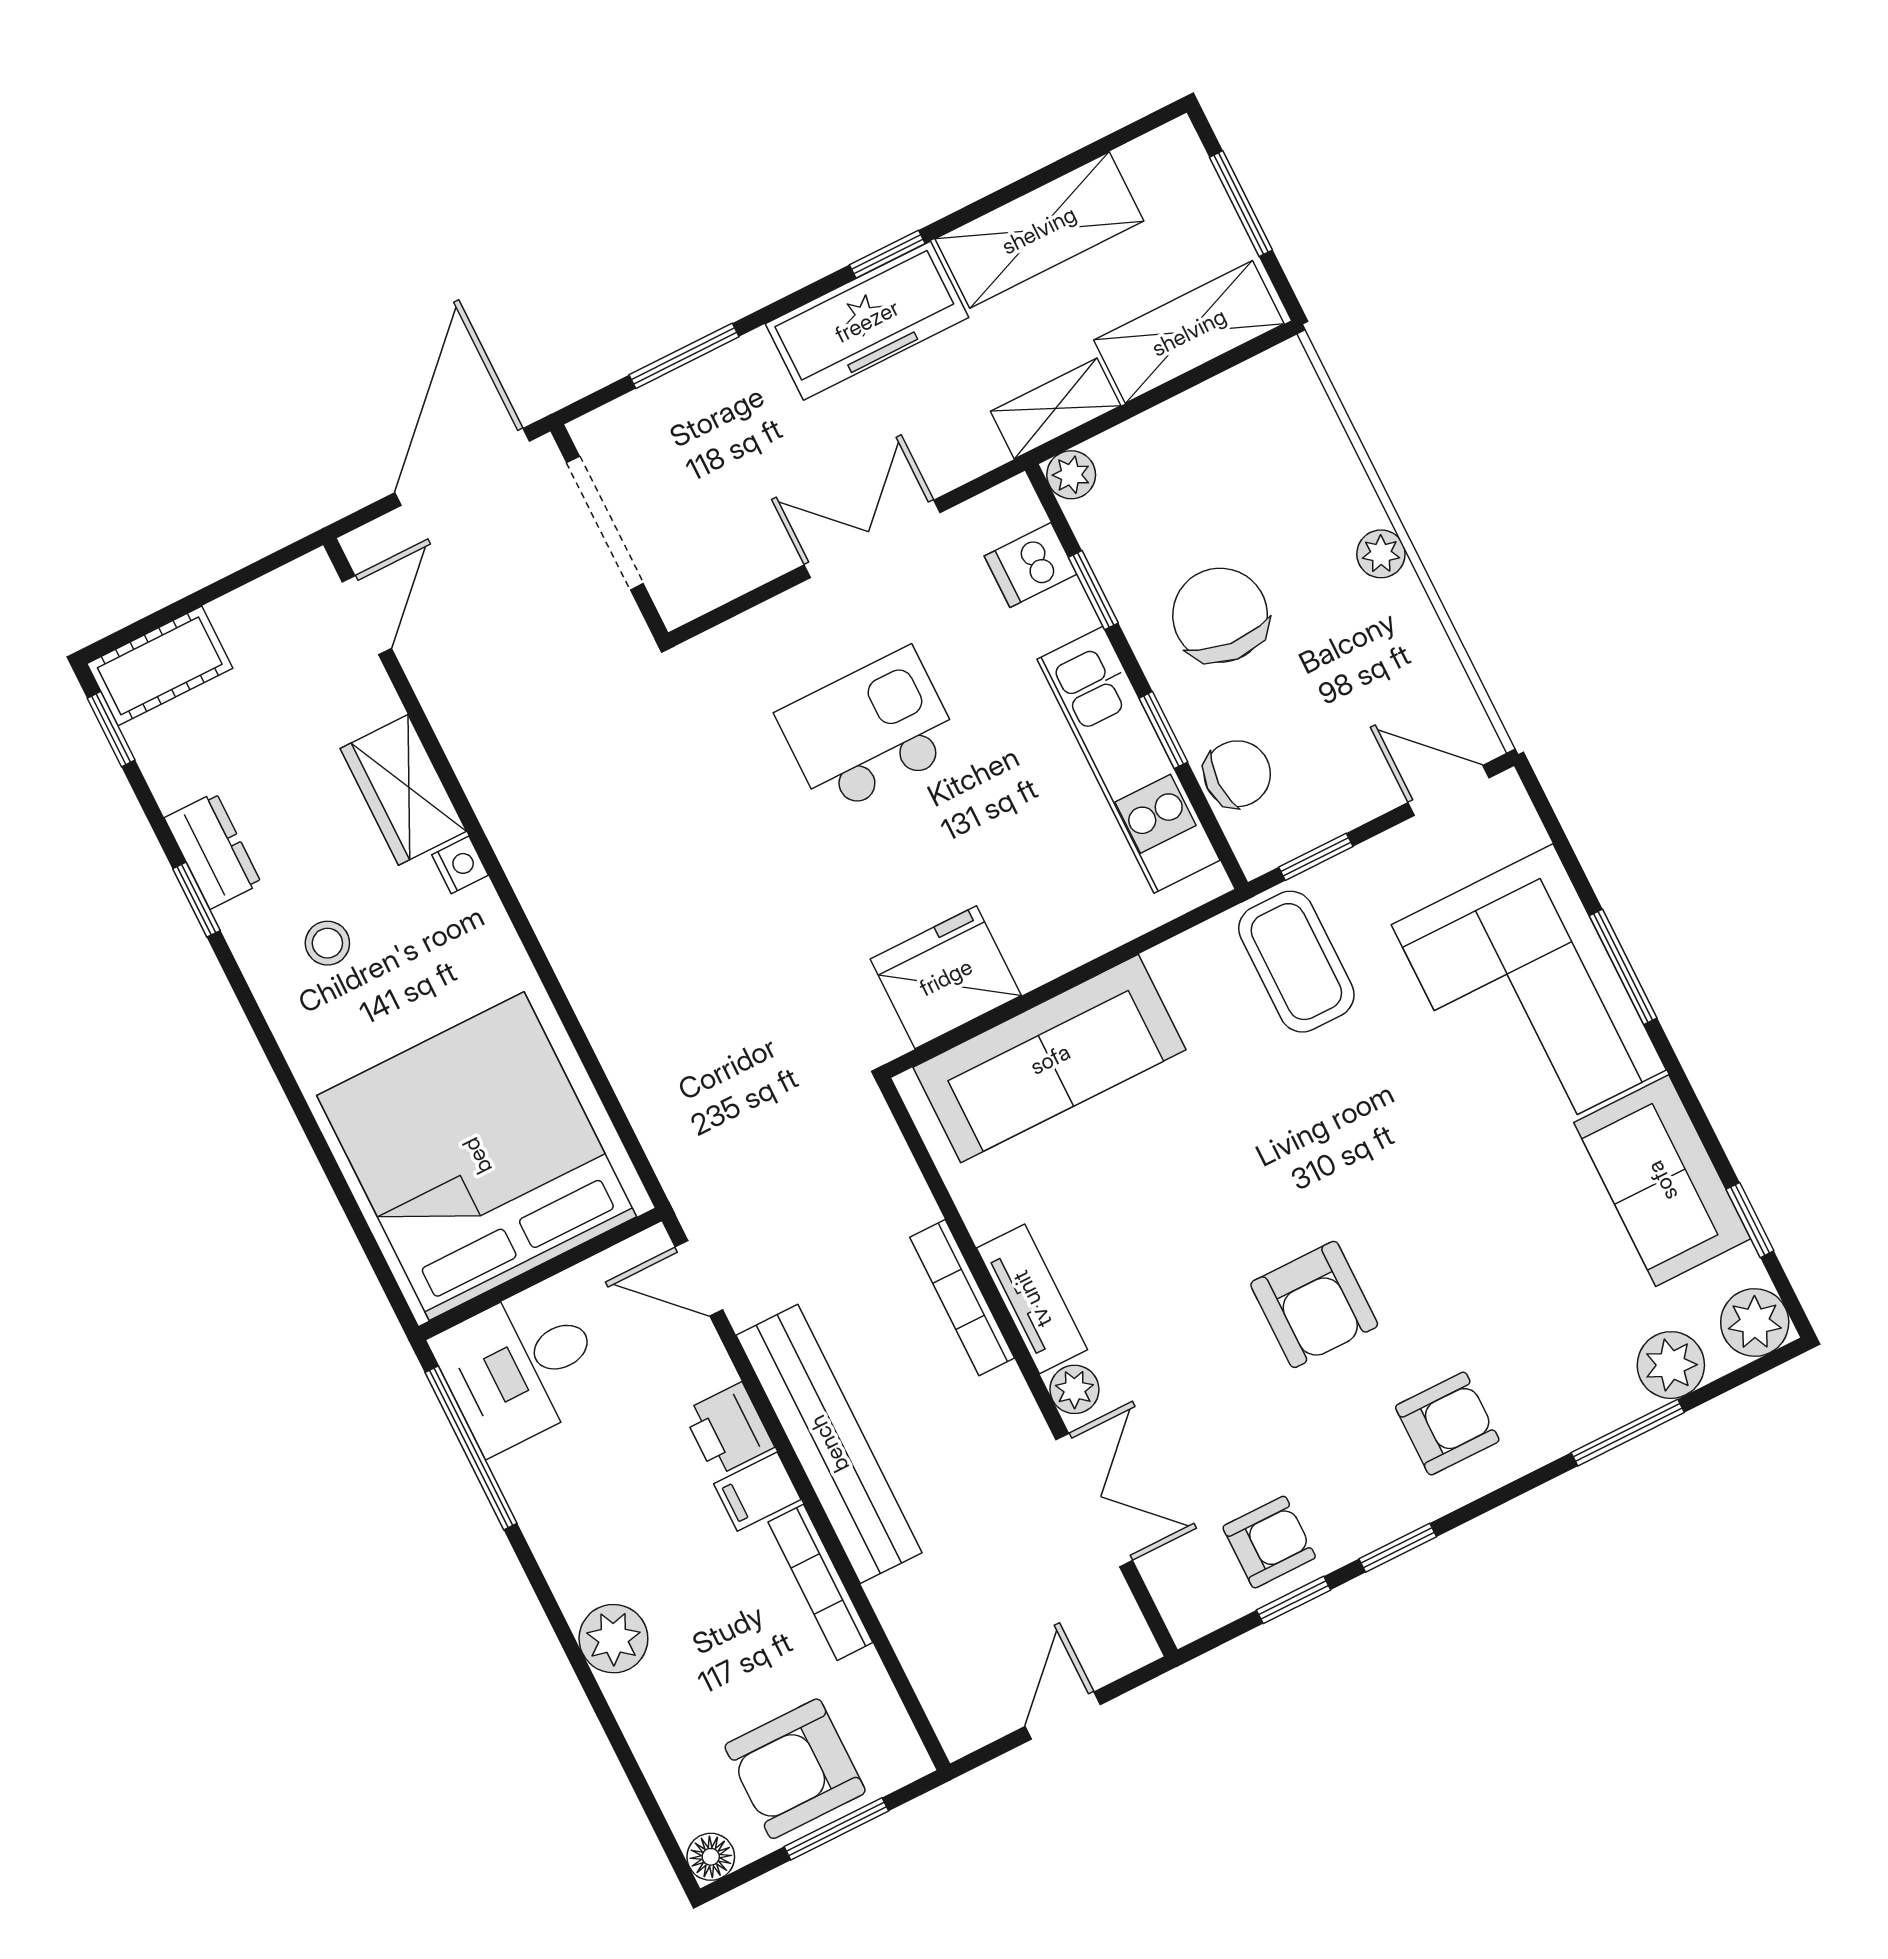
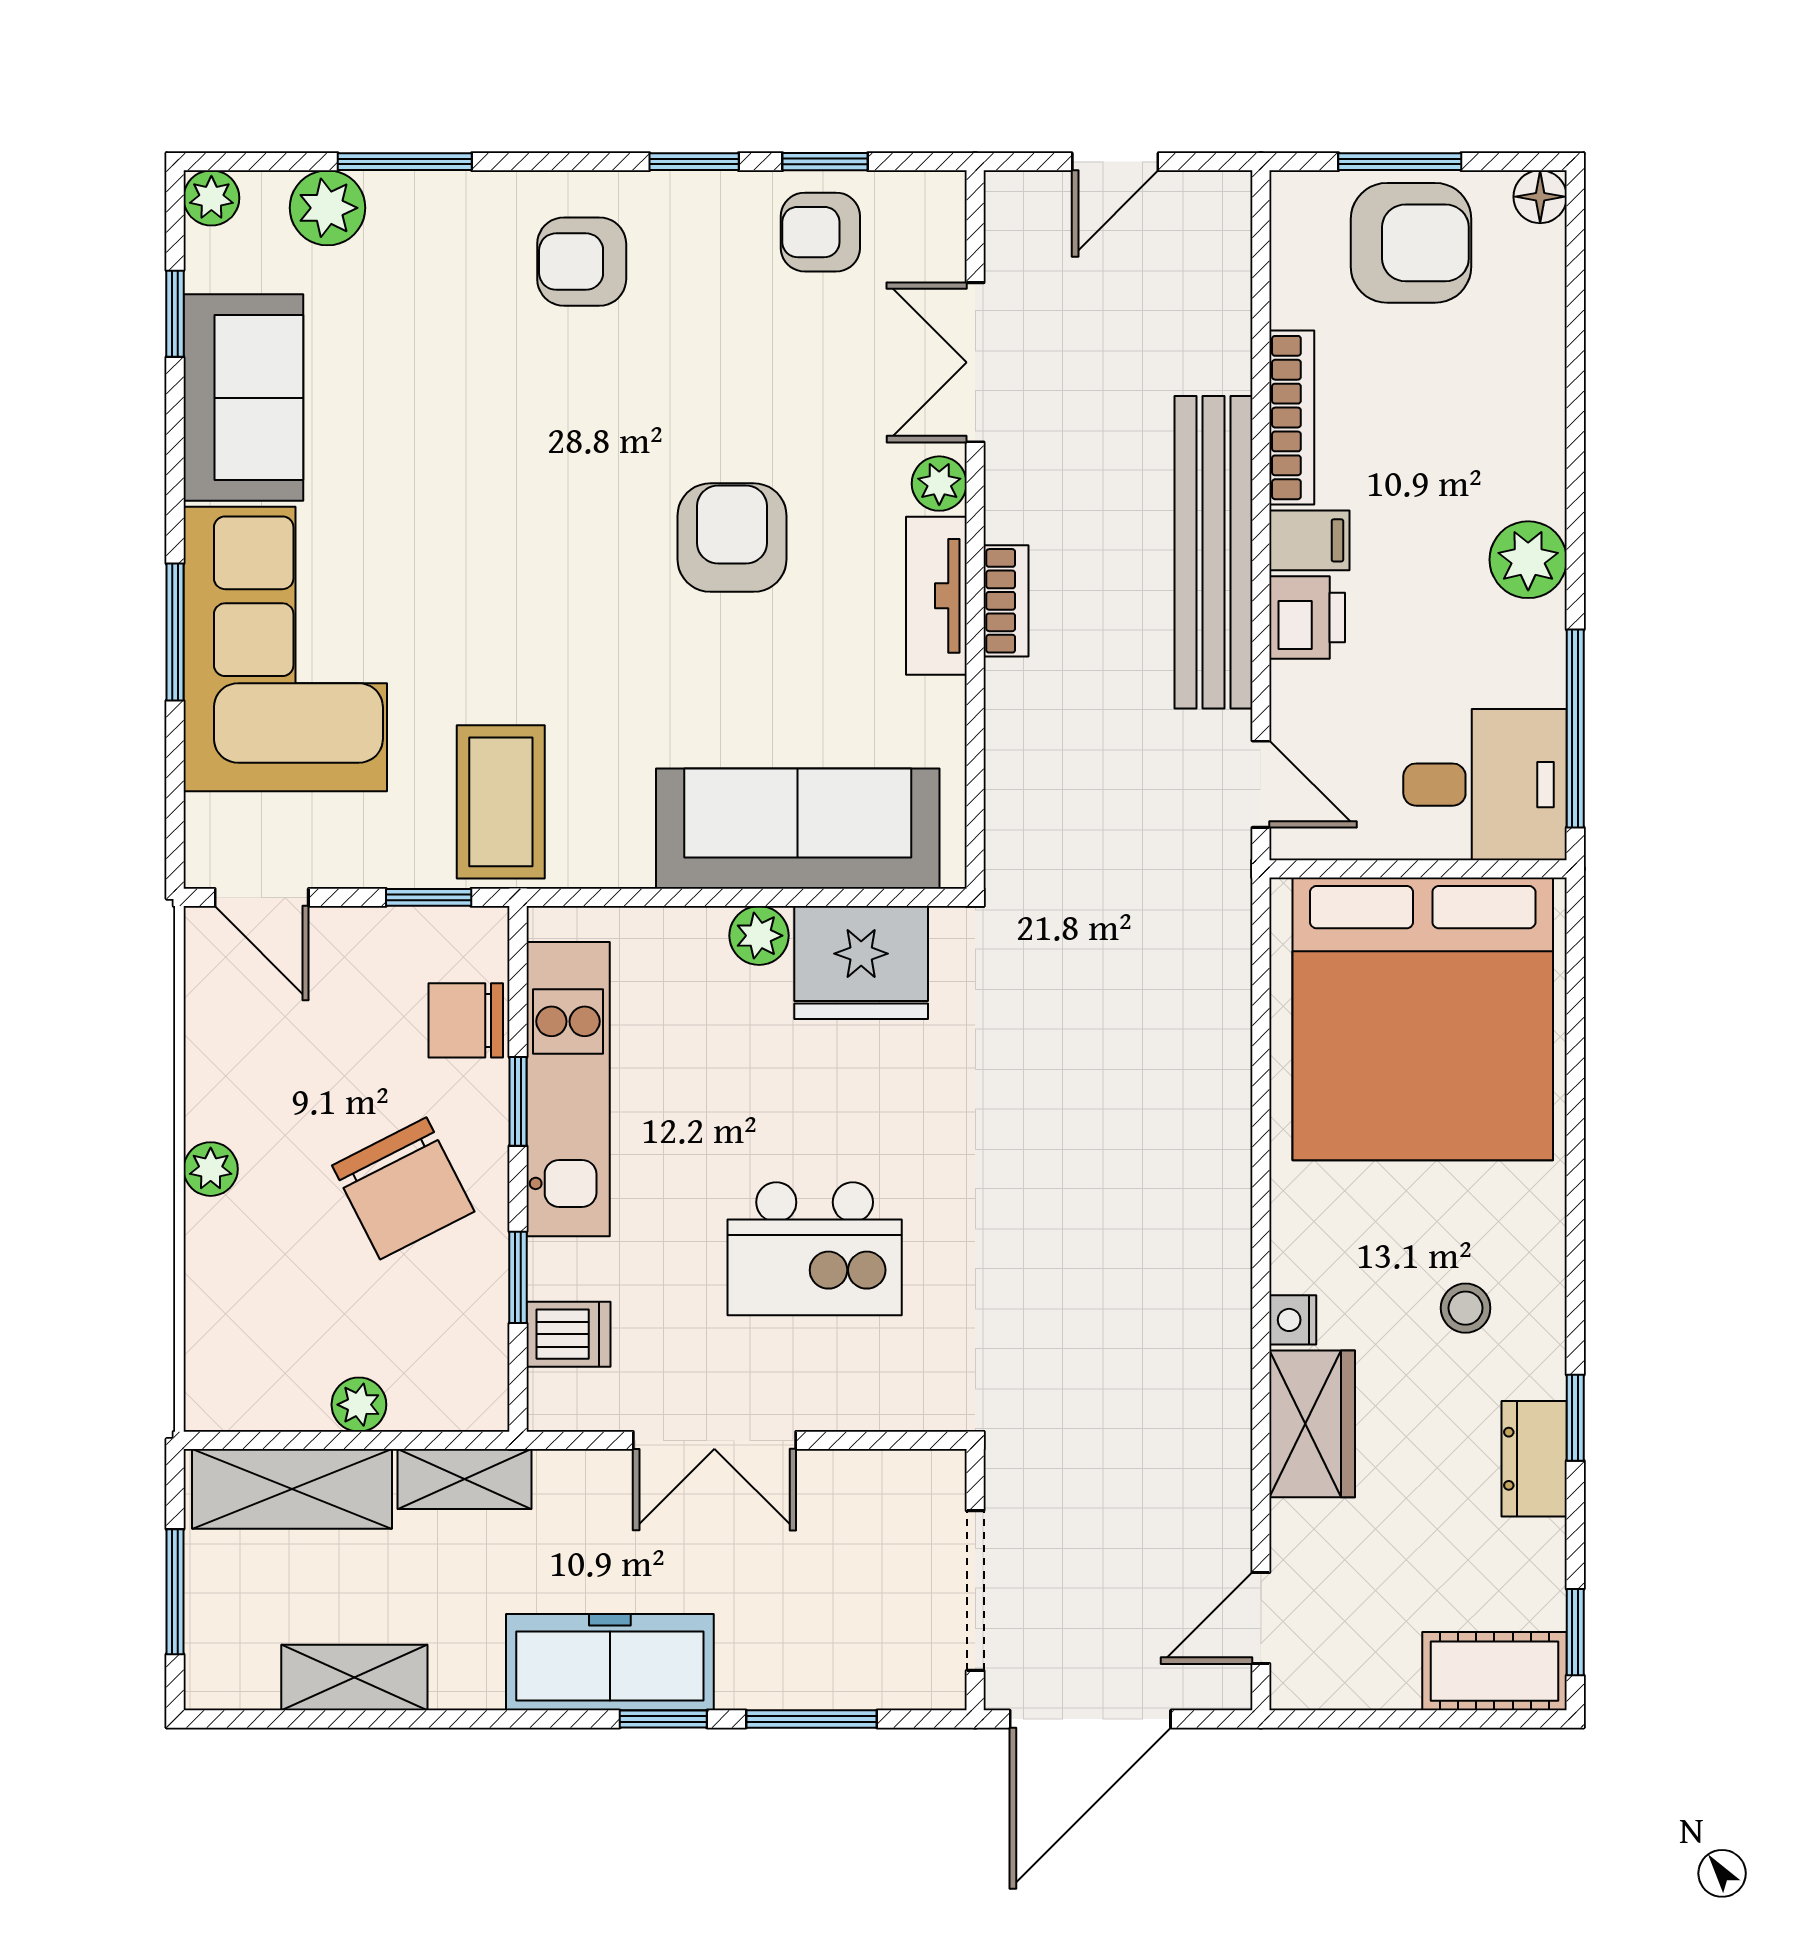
shelving: (1039, 230) -> (354, 1678), width x0.67, depth x0.75
window: (887, 254) -> (663, 1719), moved
plant: (1071, 475) -> (359, 1405), moved
chair: (1220, 615) -> (403, 1188), turned -32
plant: (1038, 958) -> (759, 936), added
bookcase: (962, 1298) -> (1006, 601), width x0.64
armchair: (1314, 1304) -> (732, 538), moved
plant: (1755, 1323) -> (211, 198), width x0.73, depth x0.73
plant: (613, 1639) -> (1528, 560), moved

